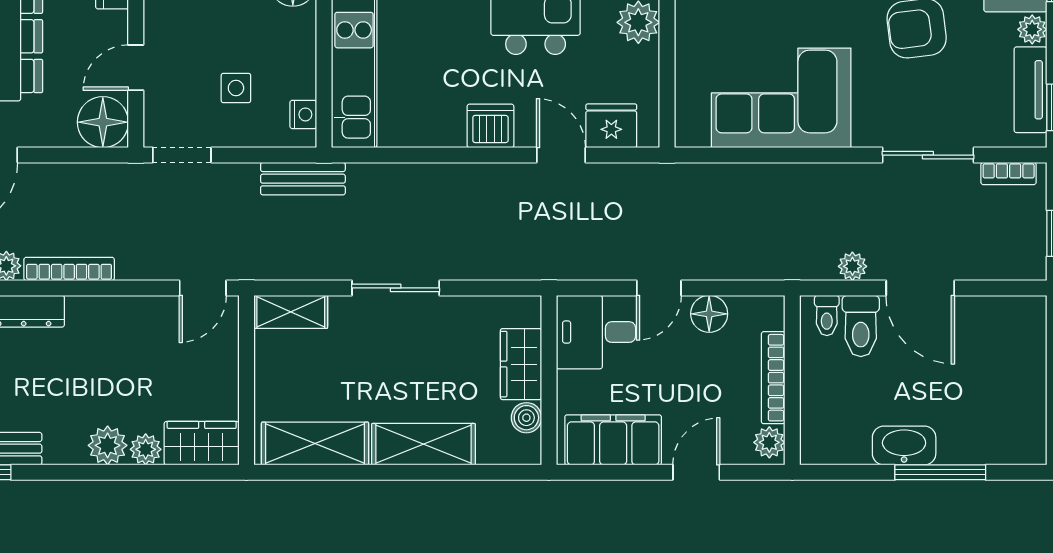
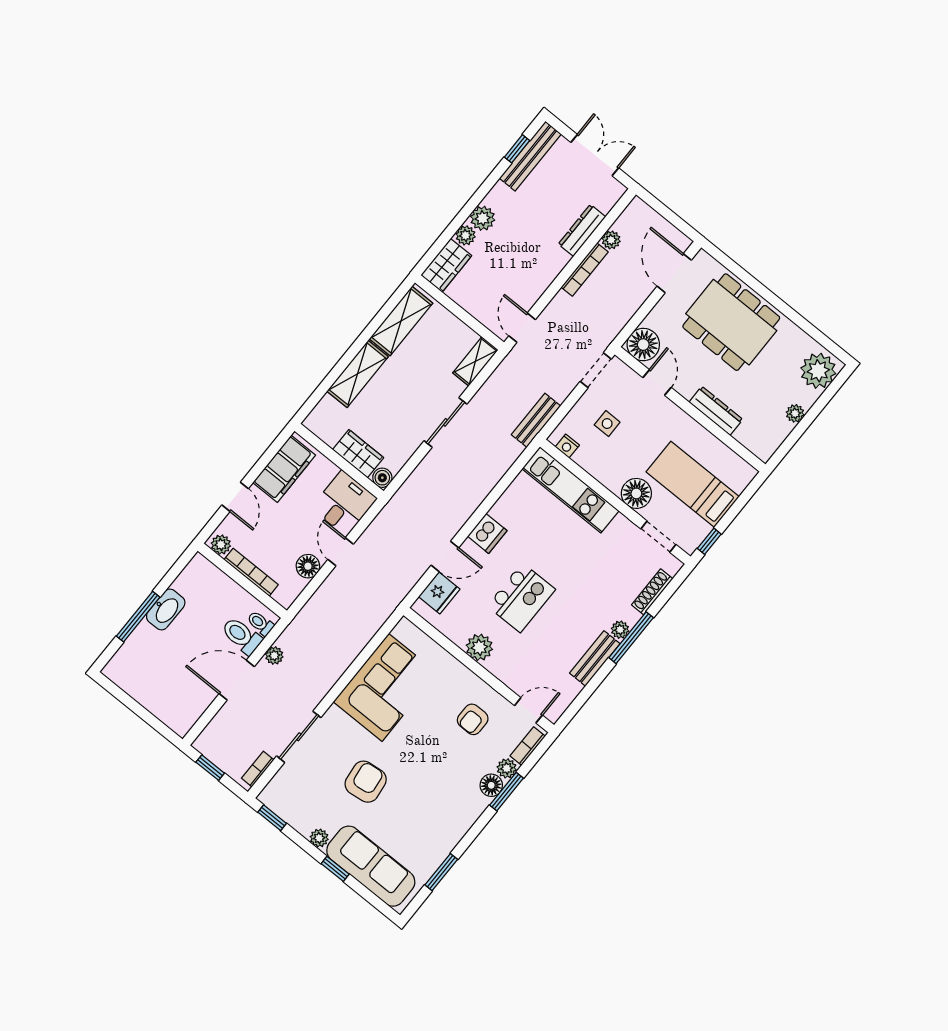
tv unit: (1030, 90) -> (290, 813), removed
boiler: (526, 418) -> (382, 478), moved

